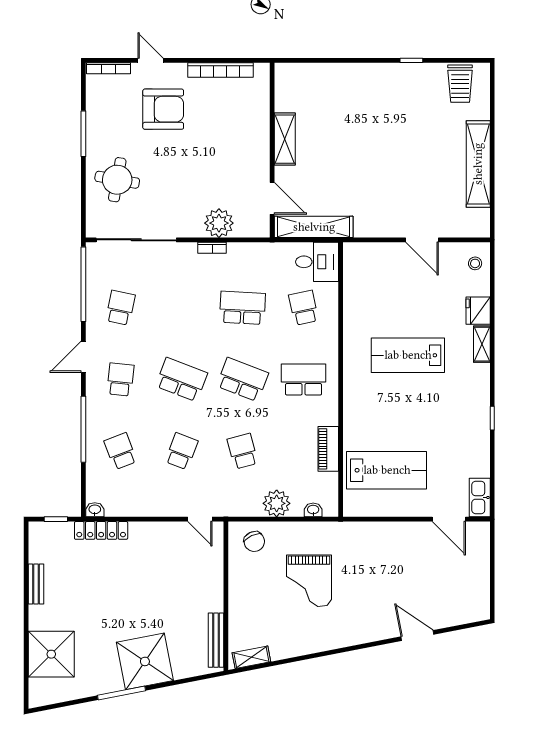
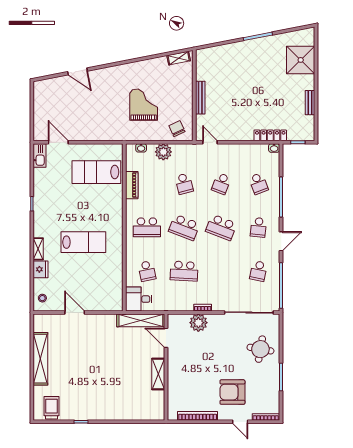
bench: (216, 640) -> (200, 98), moved
shower: (145, 661) -> (244, 56), removed

